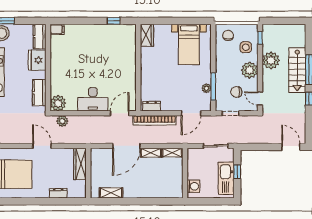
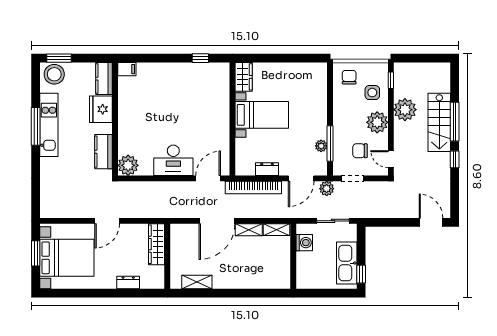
bed with nightstands: (189, 44) -> (262, 115), moved, turned -90
dresser: (152, 106) -> (267, 169), moved
plant: (62, 121) -> (327, 189), moved
door: (42, 146) -> (107, 221), swing flipped
window: (237, 172) -> (361, 274), moved
washing machine: (193, 186) -> (304, 243), moved

